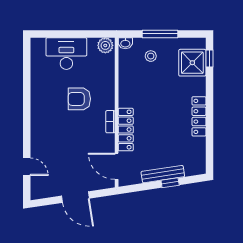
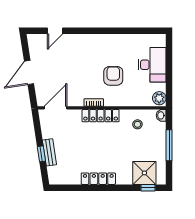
stool: (151, 56) -> (137, 124), moved
locker: (126, 130) -> (101, 116), moved
bench: (163, 174) -> (49, 152), width x0.73

